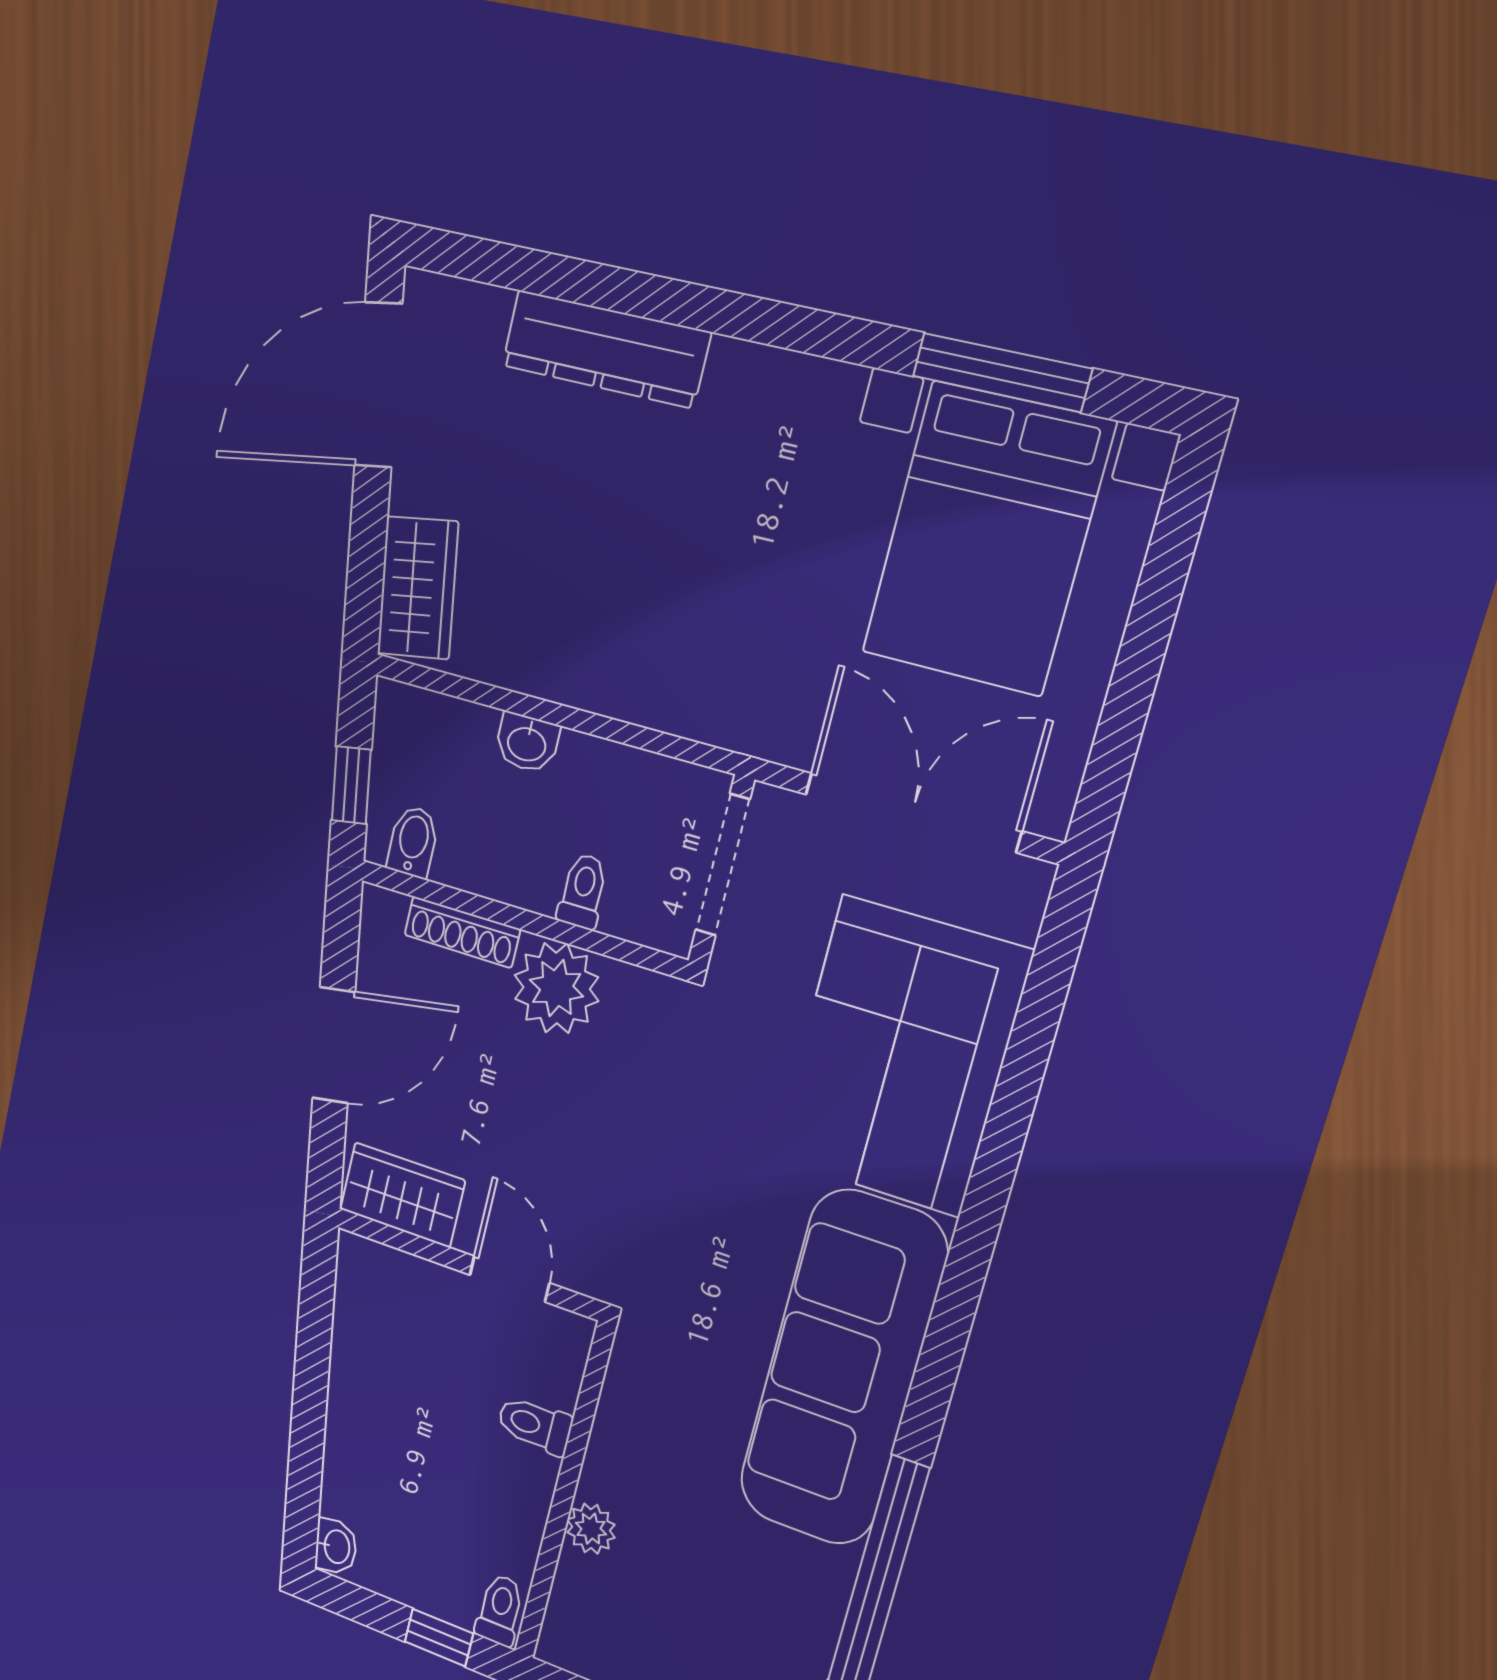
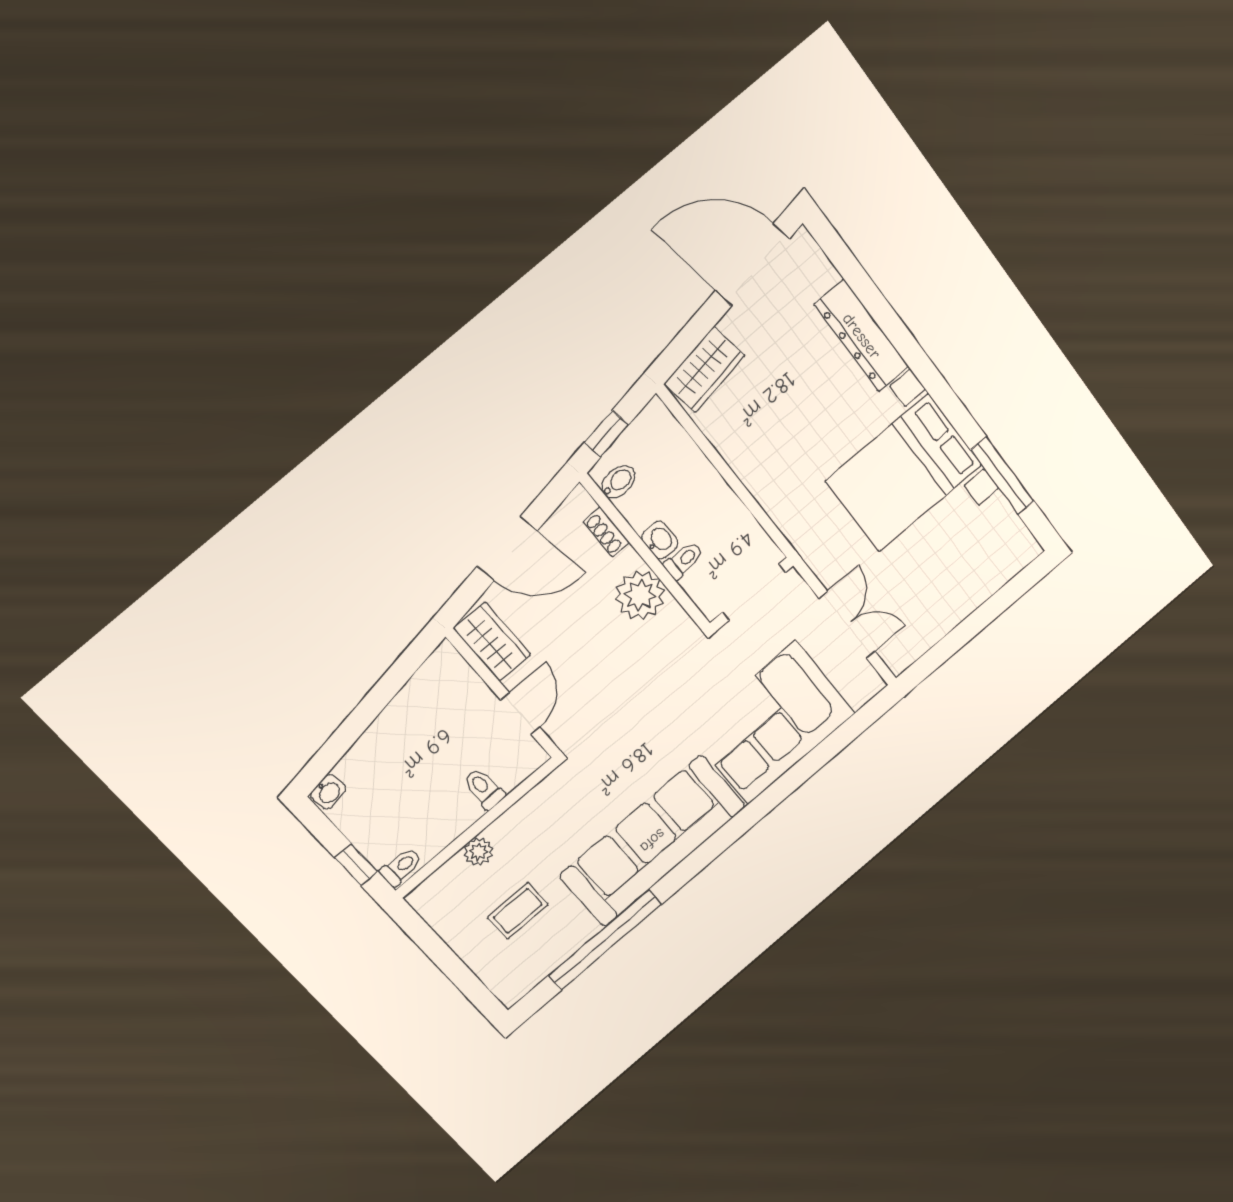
bed with nightstands: (987, 539) -> (904, 473), moved
washbasin: (527, 743) -> (660, 540), moved, turned 180
double door: (912, 812) -> (847, 625), width x0.73
shoe rack: (462, 932) -> (606, 532), width x0.70
coffee table: (710, 1595) -> (518, 911), added

